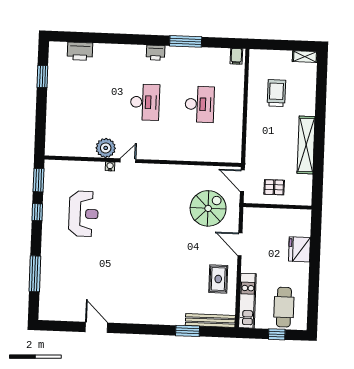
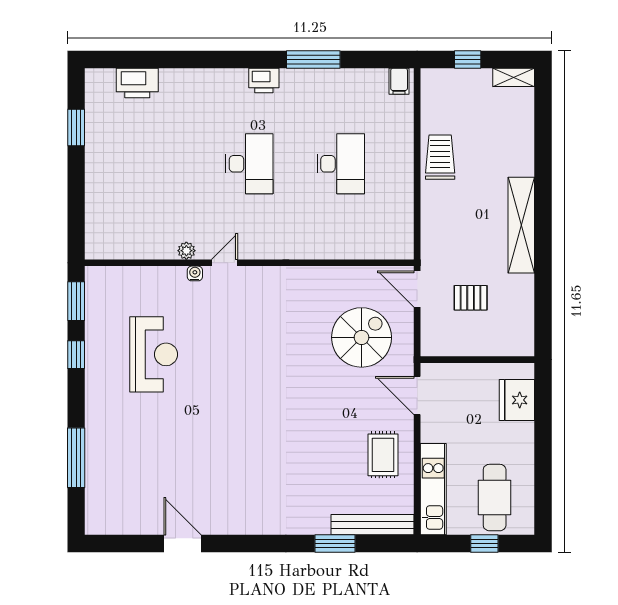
window: (278, 45) -> (468, 59), added
trolley: (276, 93) -> (440, 157), moved
plant: (106, 148) -> (186, 251), width x0.53, depth x0.53
wall: (277, 206) -> (477, 360), moved

